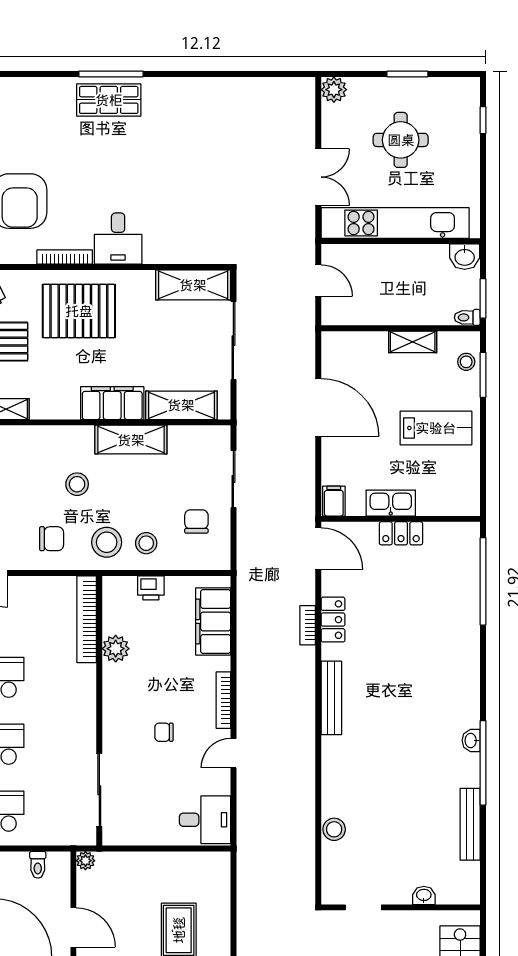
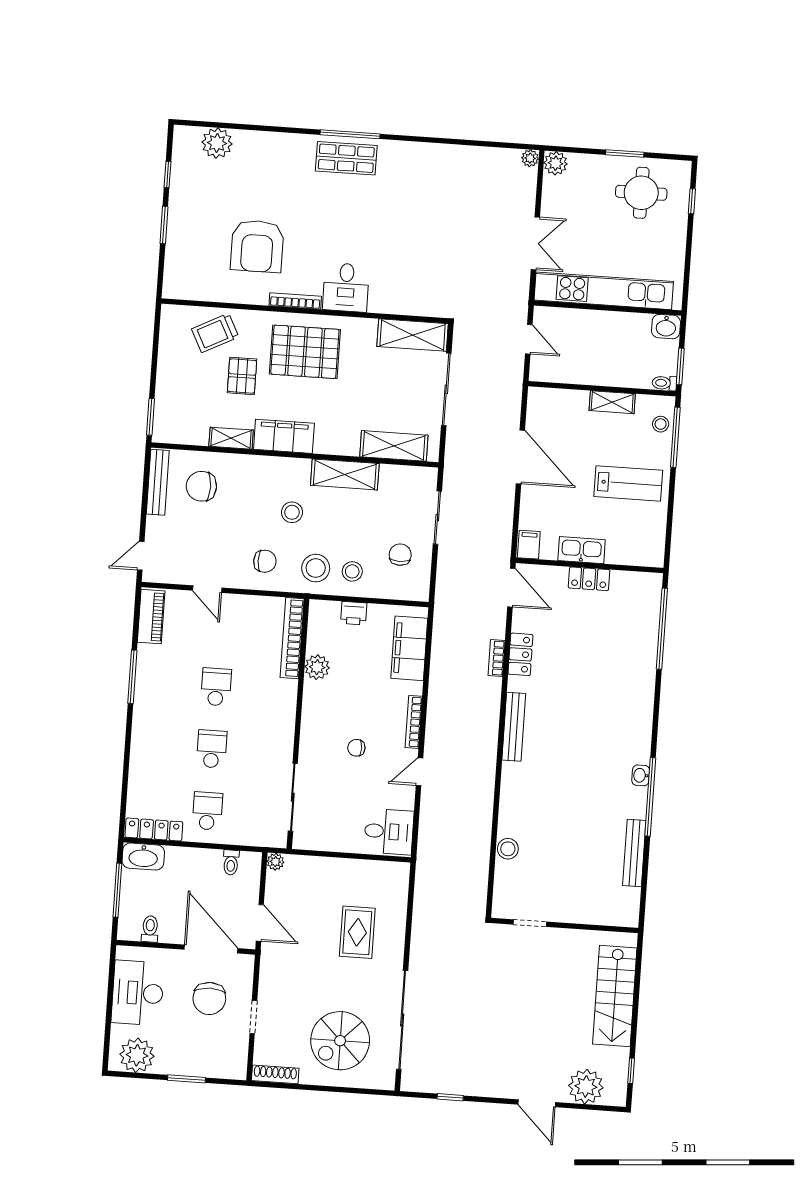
plant: (306, 86) -> (530, 158), added
round table: (401, 140) -> (641, 193), moved
window: (483, 375) -> (675, 437), width x1.44
filing cabinet: (112, 403) -> (284, 436), moved
washbasin: (424, 895) -> (587, 916), removed

